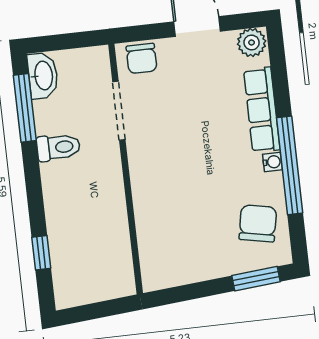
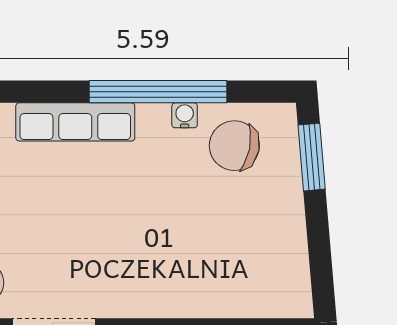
water cooler: (272, 162) -> (185, 115), moved

